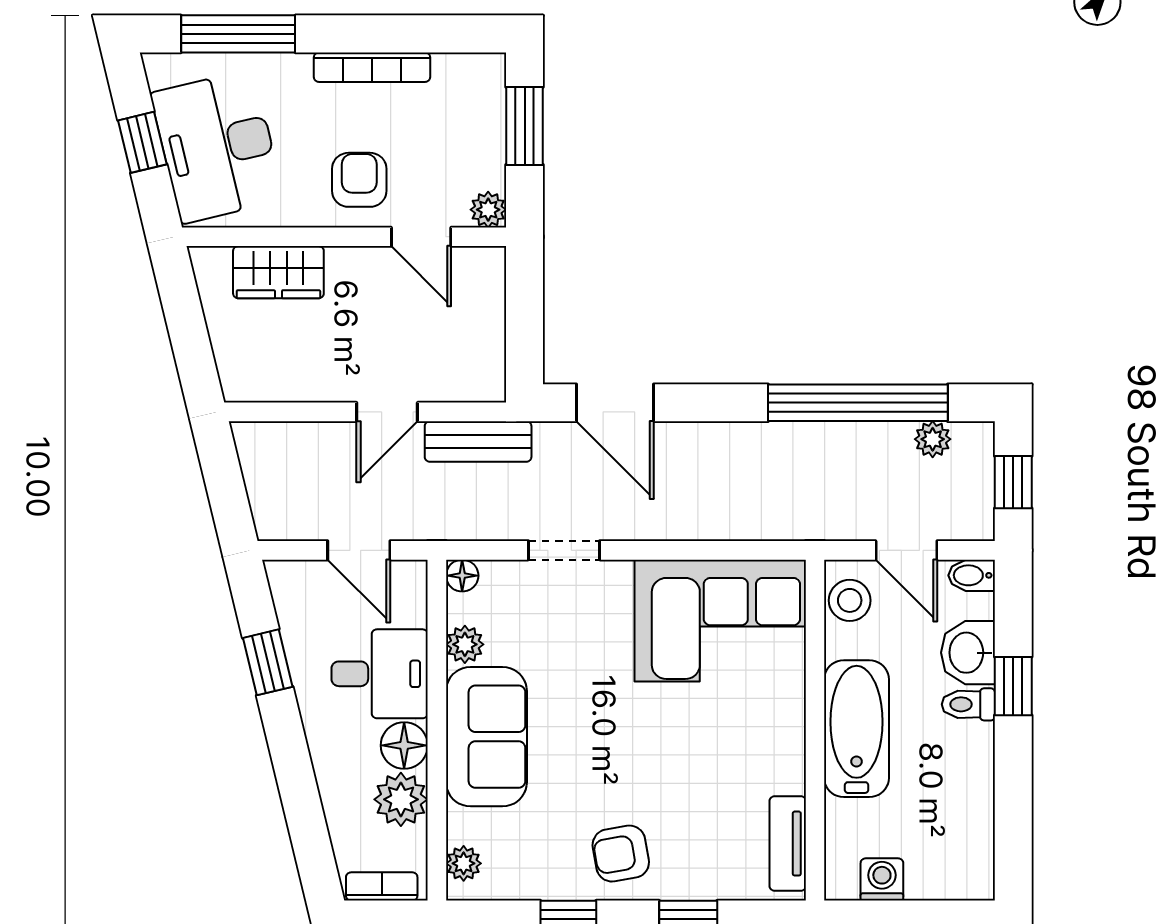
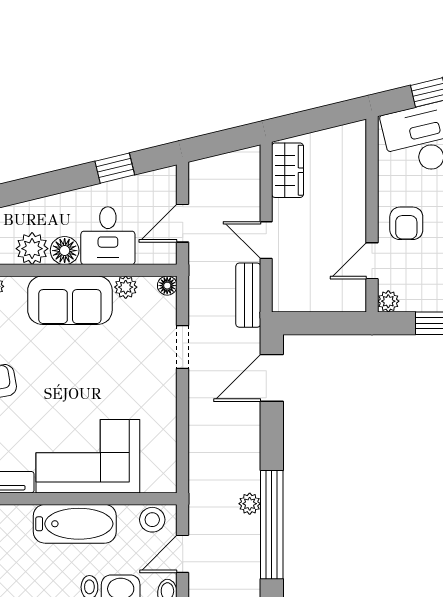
armchair: (359, 180) -> (406, 223), turned 90
wardrobe: (278, 272) -> (288, 170), moved, turned 180
plant: (933, 439) -> (250, 504), moved
corner sofa: (720, 621) -> (88, 456), moved, turned 90

